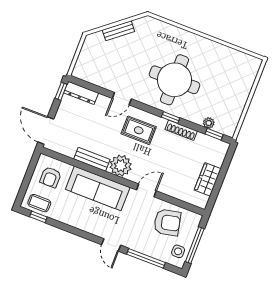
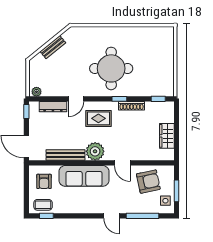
dresser: (81, 93) -> (53, 107), moved
plant: (209, 123) -> (36, 92), moved
bench: (92, 159) -> (66, 155), width x1.36
door: (146, 190) -> (122, 163), swing flipped
window: (195, 245) -> (176, 191), width x0.69

